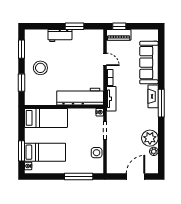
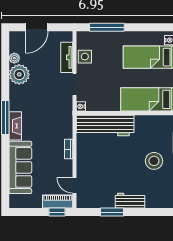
door: (105, 59) -> (75, 185), moved
tv unit: (111, 99) -> (67, 57), moved

